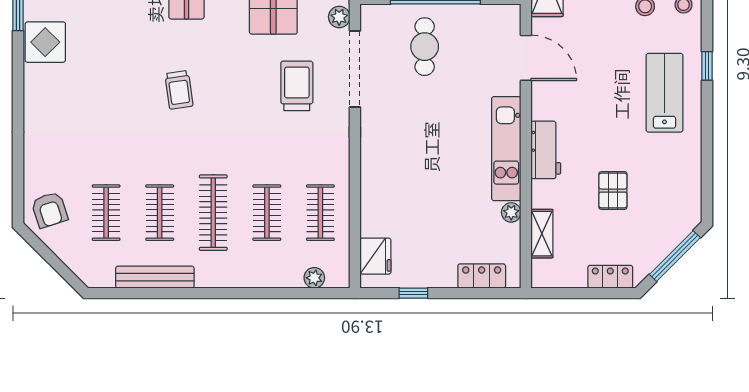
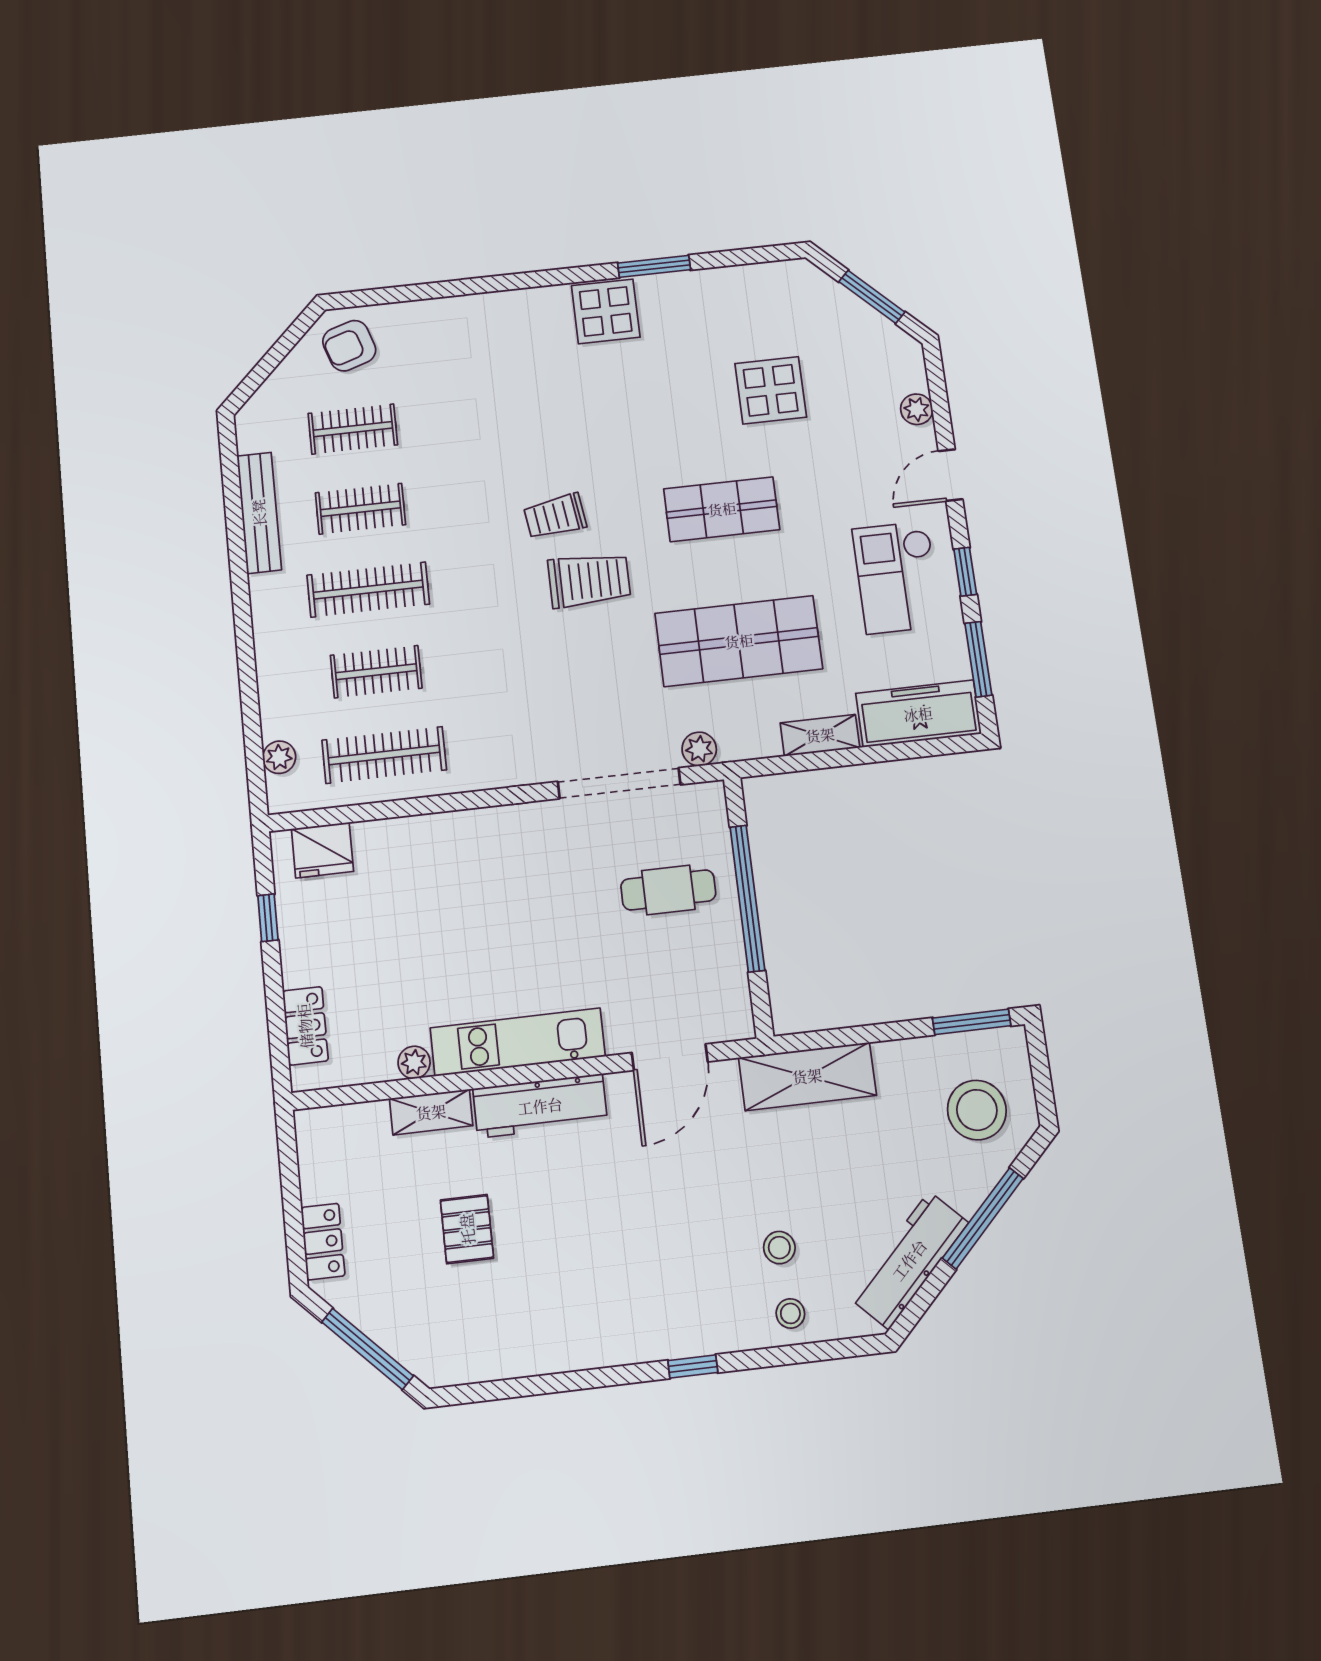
trolley: (297, 86) -> (589, 580), moved
lab bench: (664, 93) -> (639, 1298), removed
workbench: (546, 150) -> (540, 1106), width x1.38
pallet: (613, 191) -> (467, 1229), turned 90
clothes rail: (320, 213) -> (384, 755), width x1.36
shelving: (542, 234) -> (431, 1112), moved

